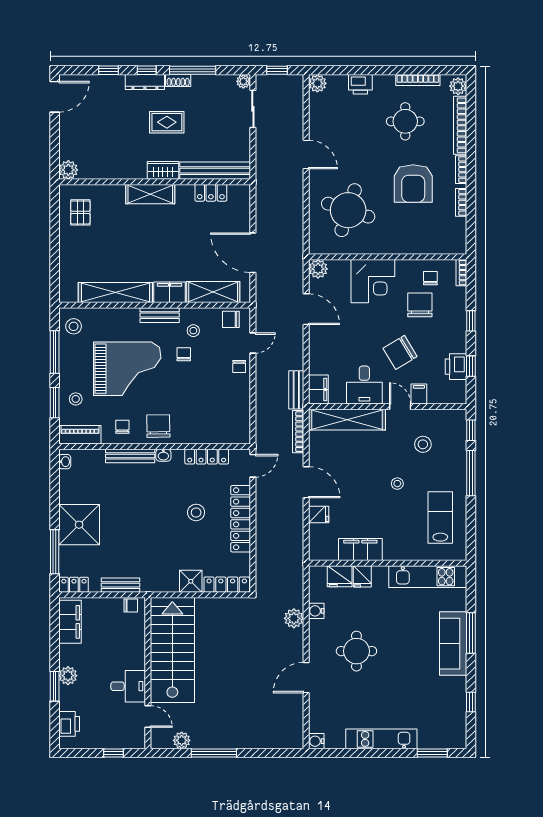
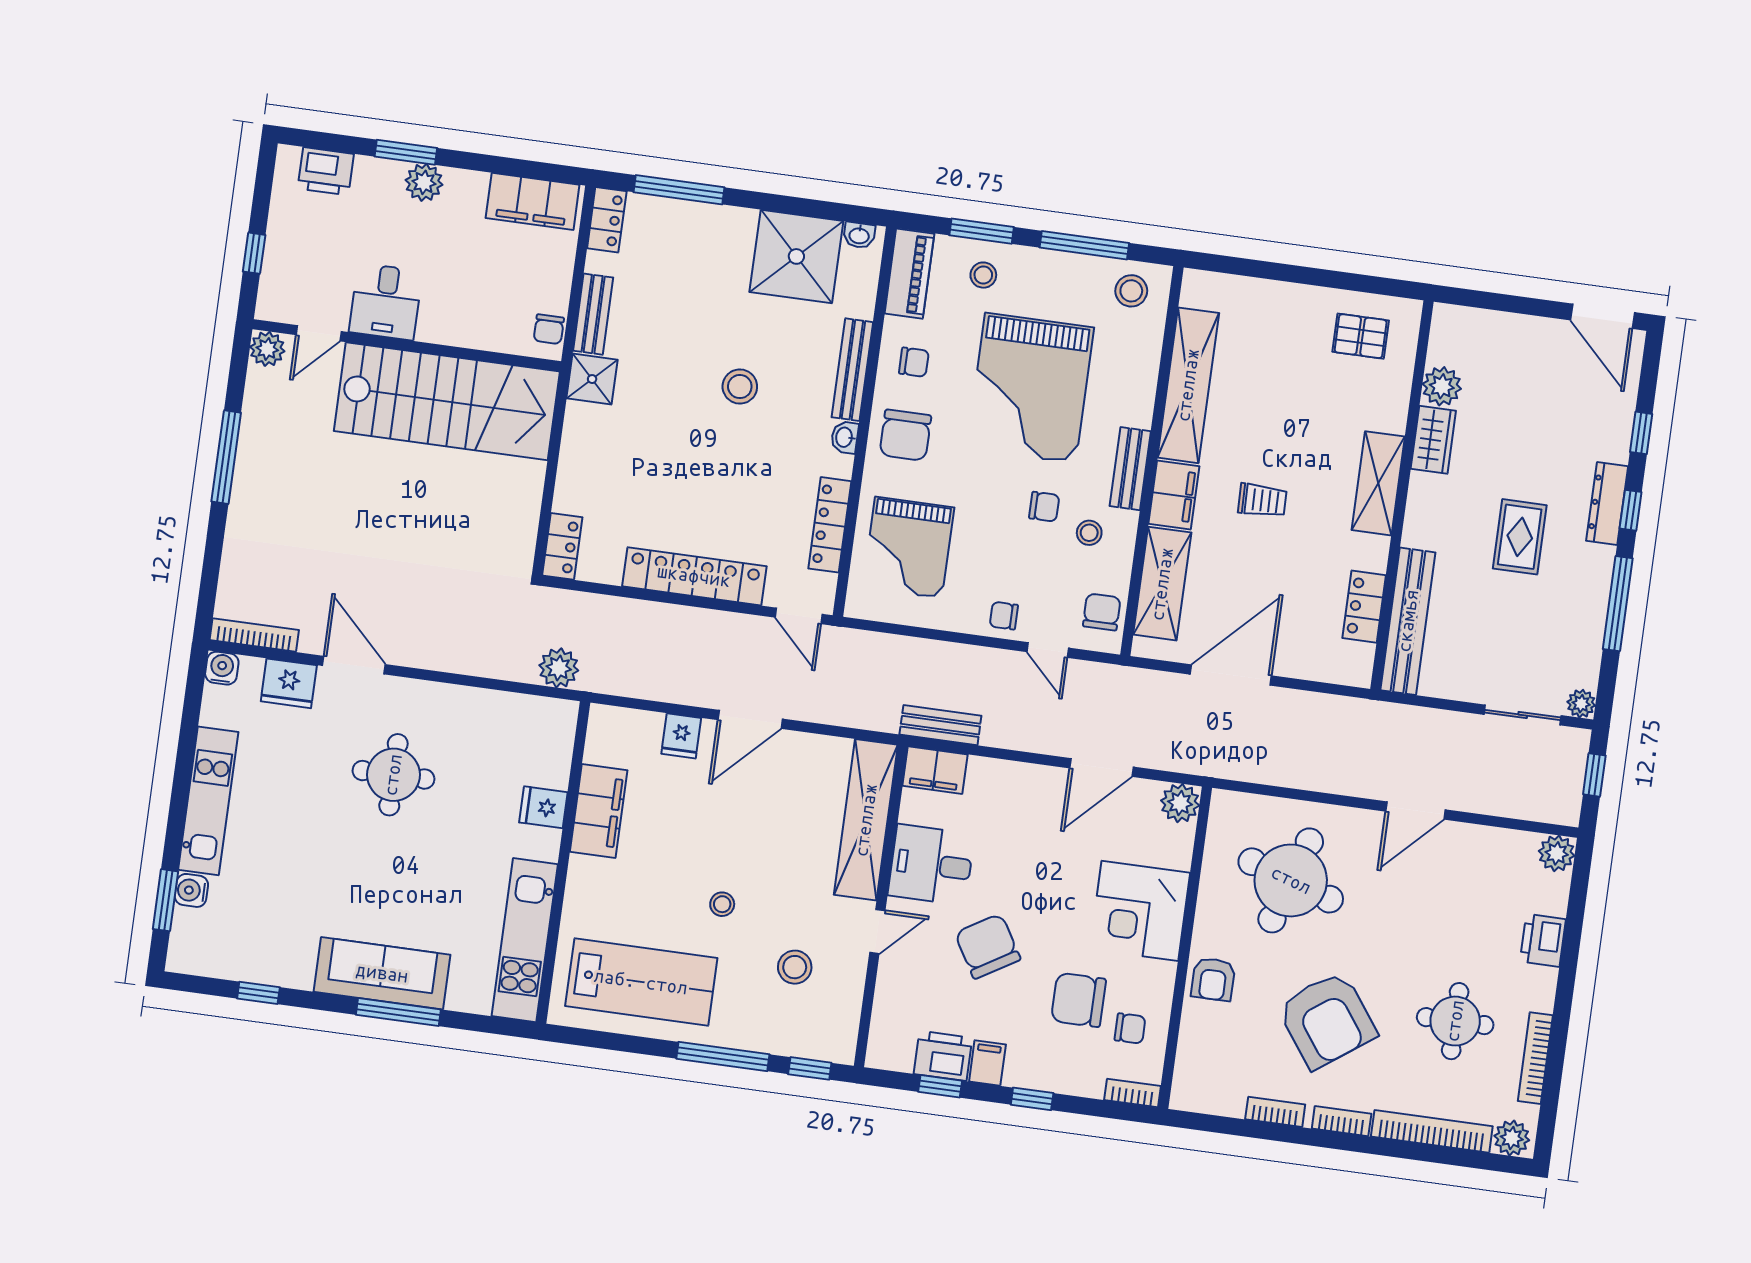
shoe rack: (178, 81) -> (1601, 572), removed
plant: (68, 170) -> (1442, 386), moved
wardrobe: (163, 170) -> (1433, 440), moved
armchair: (413, 183) -> (1327, 1020), turned -126
armchair: (401, 241) -> (1213, 979), added
trolley: (166, 249) -> (1262, 500), added
chair: (420, 305) -> (1078, 1000), turned 180
filing cabinet: (419, 394) -> (987, 1063), moved, turned -90
grand piano: (212, 417) -> (908, 548), added
chair: (158, 426) -> (905, 435), turned 91
bookcase: (298, 432) -> (254, 635), moved
stool: (196, 512) -> (740, 387), moved
lab bench: (440, 518) -> (641, 982), width x1.36, depth x1.39
shower: (79, 525) -> (796, 256), moved
fridge: (340, 576) -> (289, 683), moved, turned -90
shower: (191, 581) -> (592, 379), moved
locker: (227, 585) -> (562, 546), width x0.66
water cooler: (316, 611) -> (191, 890), moved, turned -90
plant: (294, 618) -> (559, 668), moved
plant: (182, 740) -> (267, 349), moved

